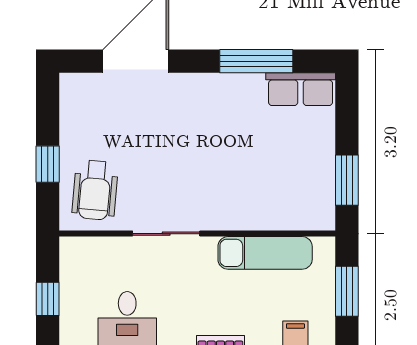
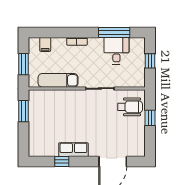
window: (256, 61) -> (62, 162), width x0.46
row of seats: (301, 89) -> (73, 150), moved
wheelchair: (95, 190) -> (130, 107), turned 85

